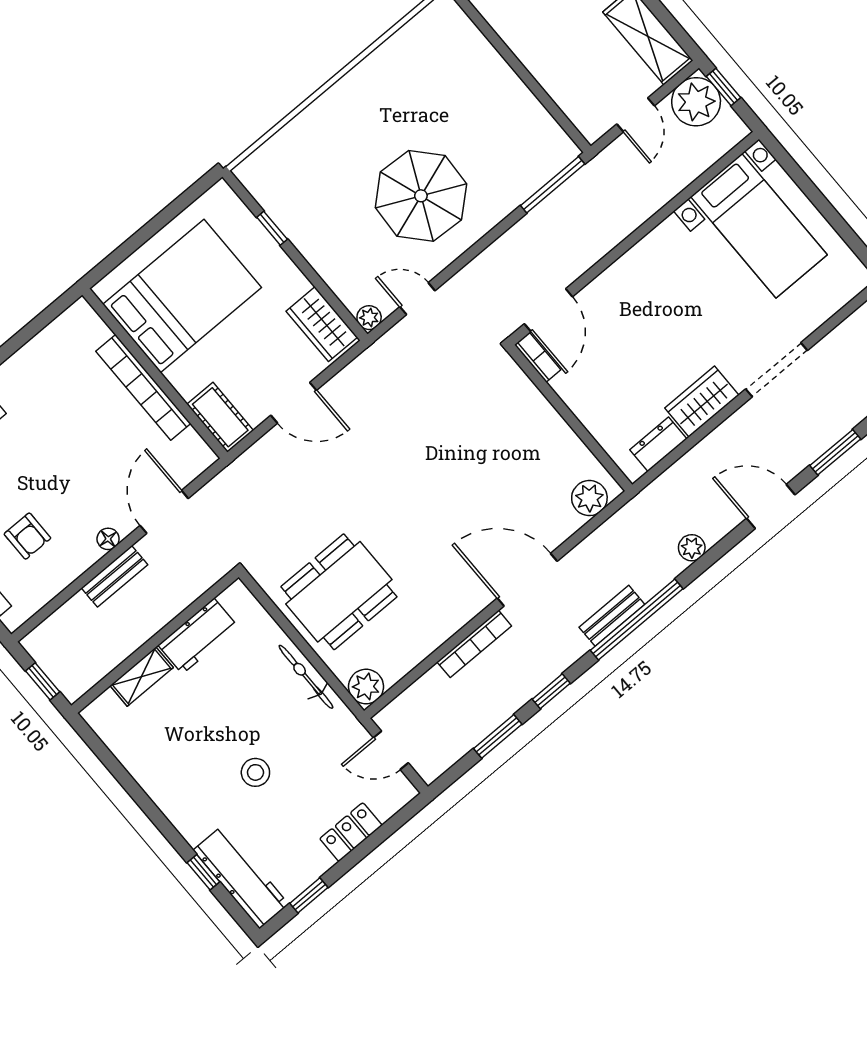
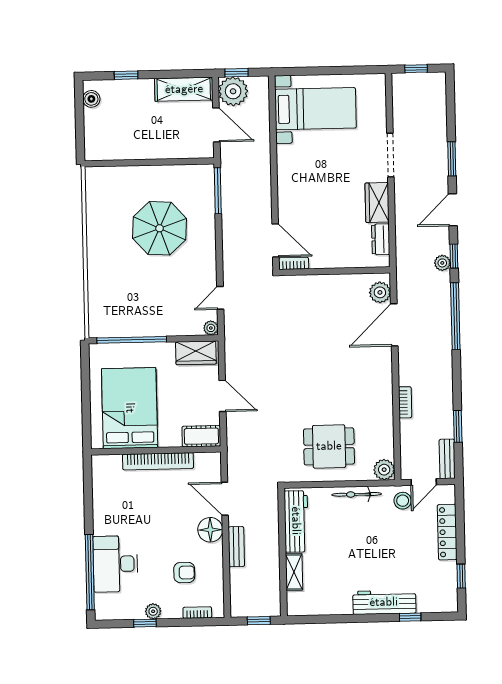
door: (636, 115) -> (216, 125), width x1.38
parasol: (421, 196) -> (160, 228), moved
window: (272, 228) -> (132, 340), width x3.17
door: (294, 403) -> (222, 396), hinge flipped
floor lamp: (108, 539) -> (210, 530), width x1.89, depth x1.89
door: (527, 580) -> (394, 325), moved
dining table: (339, 592) -> (329, 446), width x0.73
bench: (612, 616) -> (447, 459), moved
workbench: (198, 636) -> (296, 521), width x1.38
bookcase: (474, 644) -> (405, 402), width x0.64
window: (551, 691) -> (454, 256), moved
stool: (255, 772) -> (403, 501), moved
locker: (351, 832) -> (447, 532), width x1.53
workbench: (241, 877) -> (384, 602), moved

